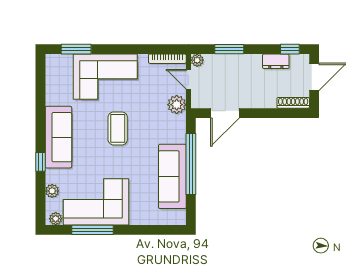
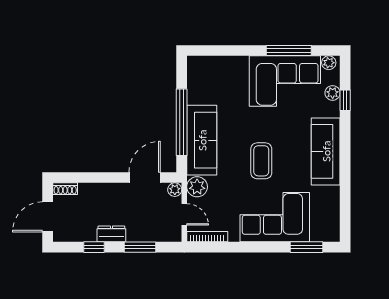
window: (290, 49) -> (94, 247), moved
plant: (197, 60) -> (175, 190), moved
dresser: (276, 61) -> (111, 234), moved
shoe rack: (293, 103) -> (65, 189), width x0.70
window: (40, 162) -> (345, 100), moved
sofa: (172, 176) -> (202, 140), moved

